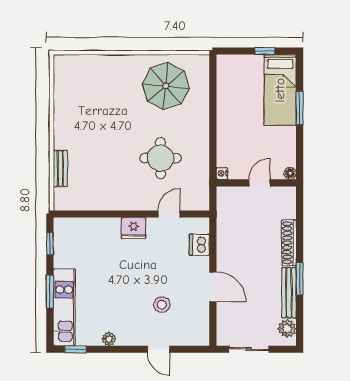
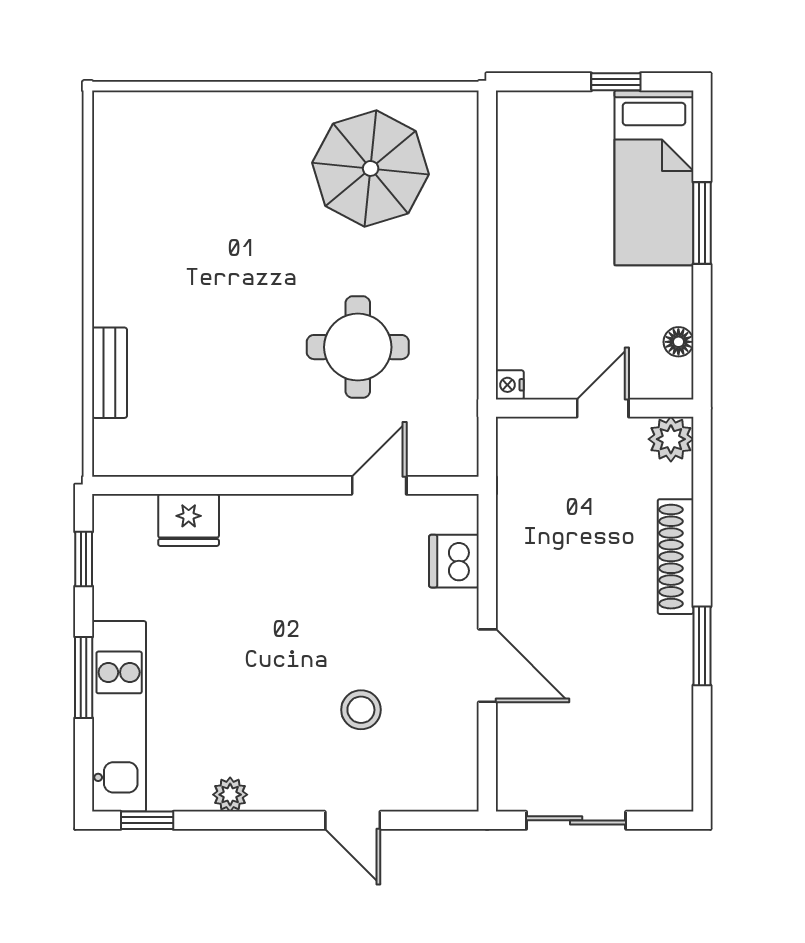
floor lamp: (290, 173) -> (678, 342), moved
fridge: (134, 228) -> (189, 520), moved
bench: (289, 293) -> (676, 680), removed
plant: (287, 329) -> (671, 439), moved

